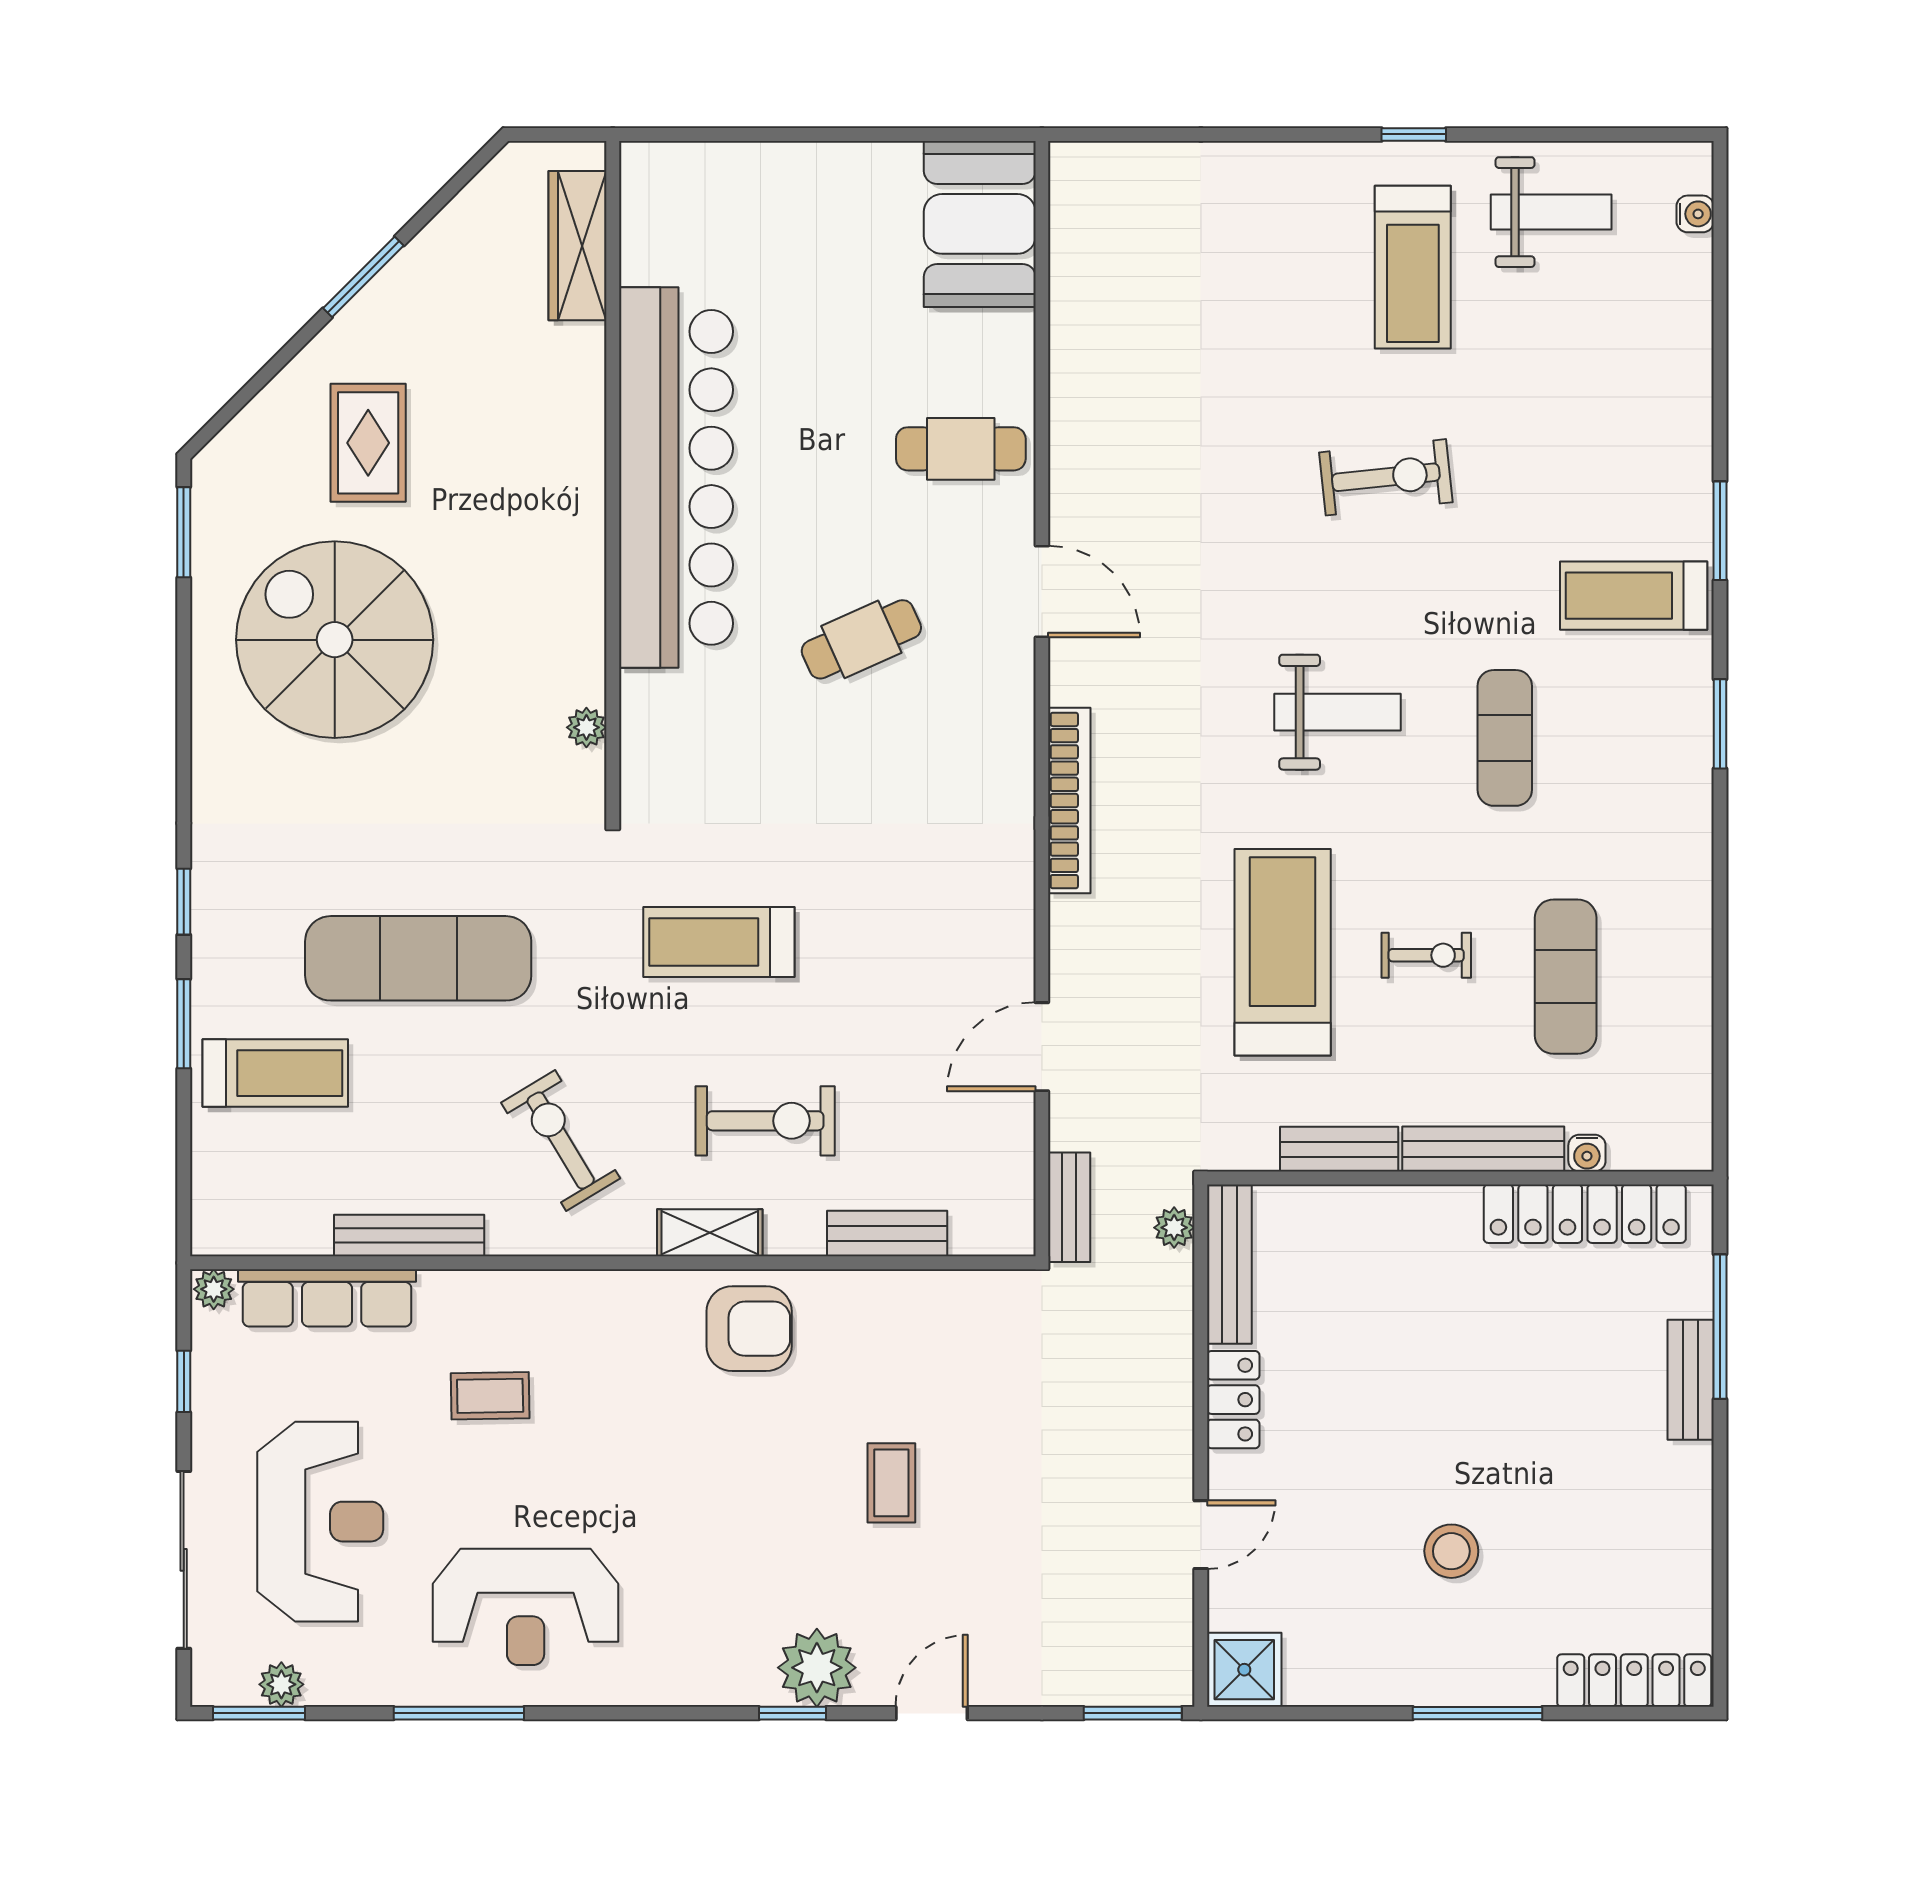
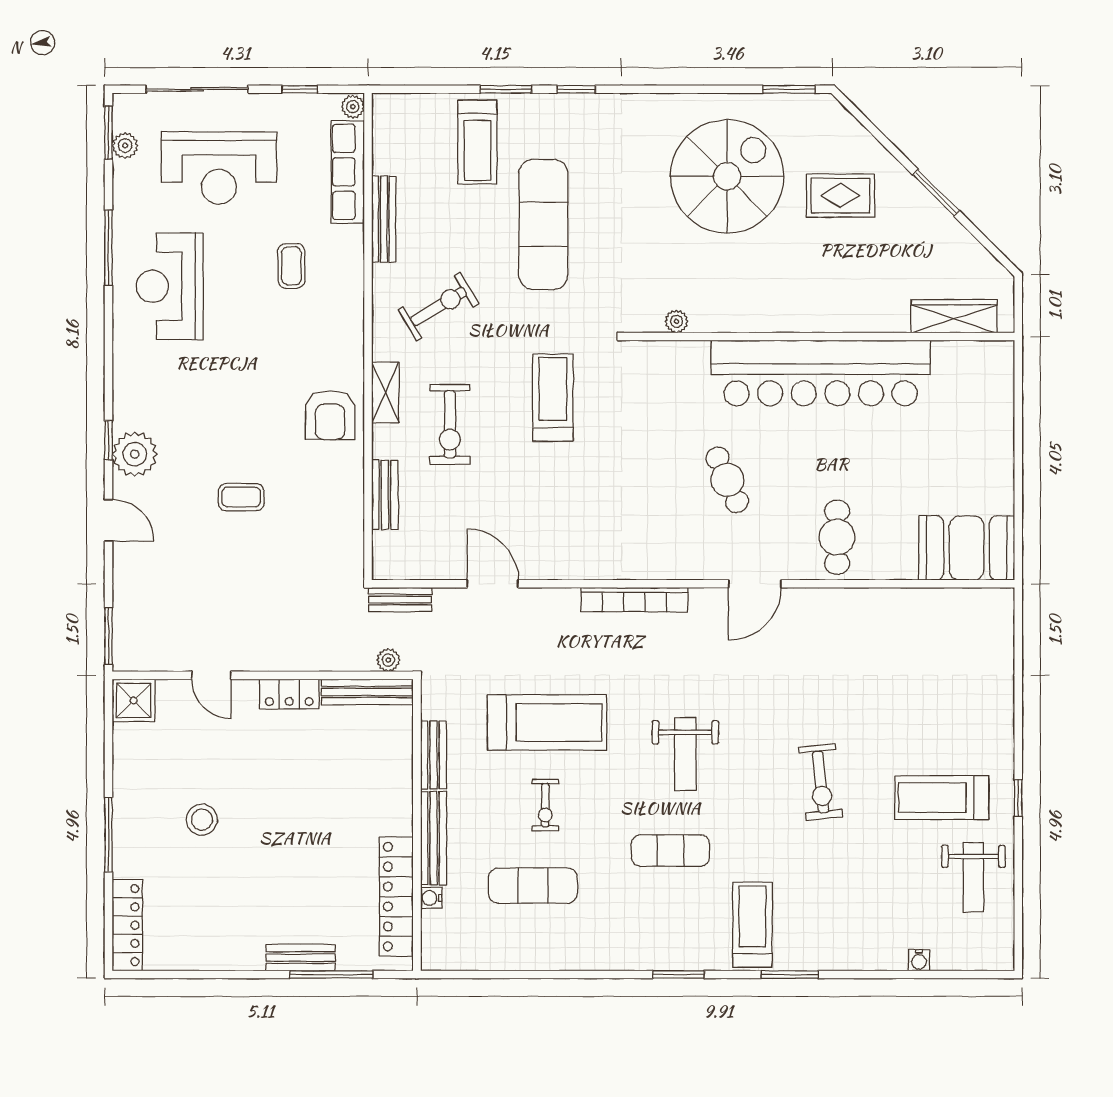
water cooler: (1695, 214) -> (919, 960), moved

